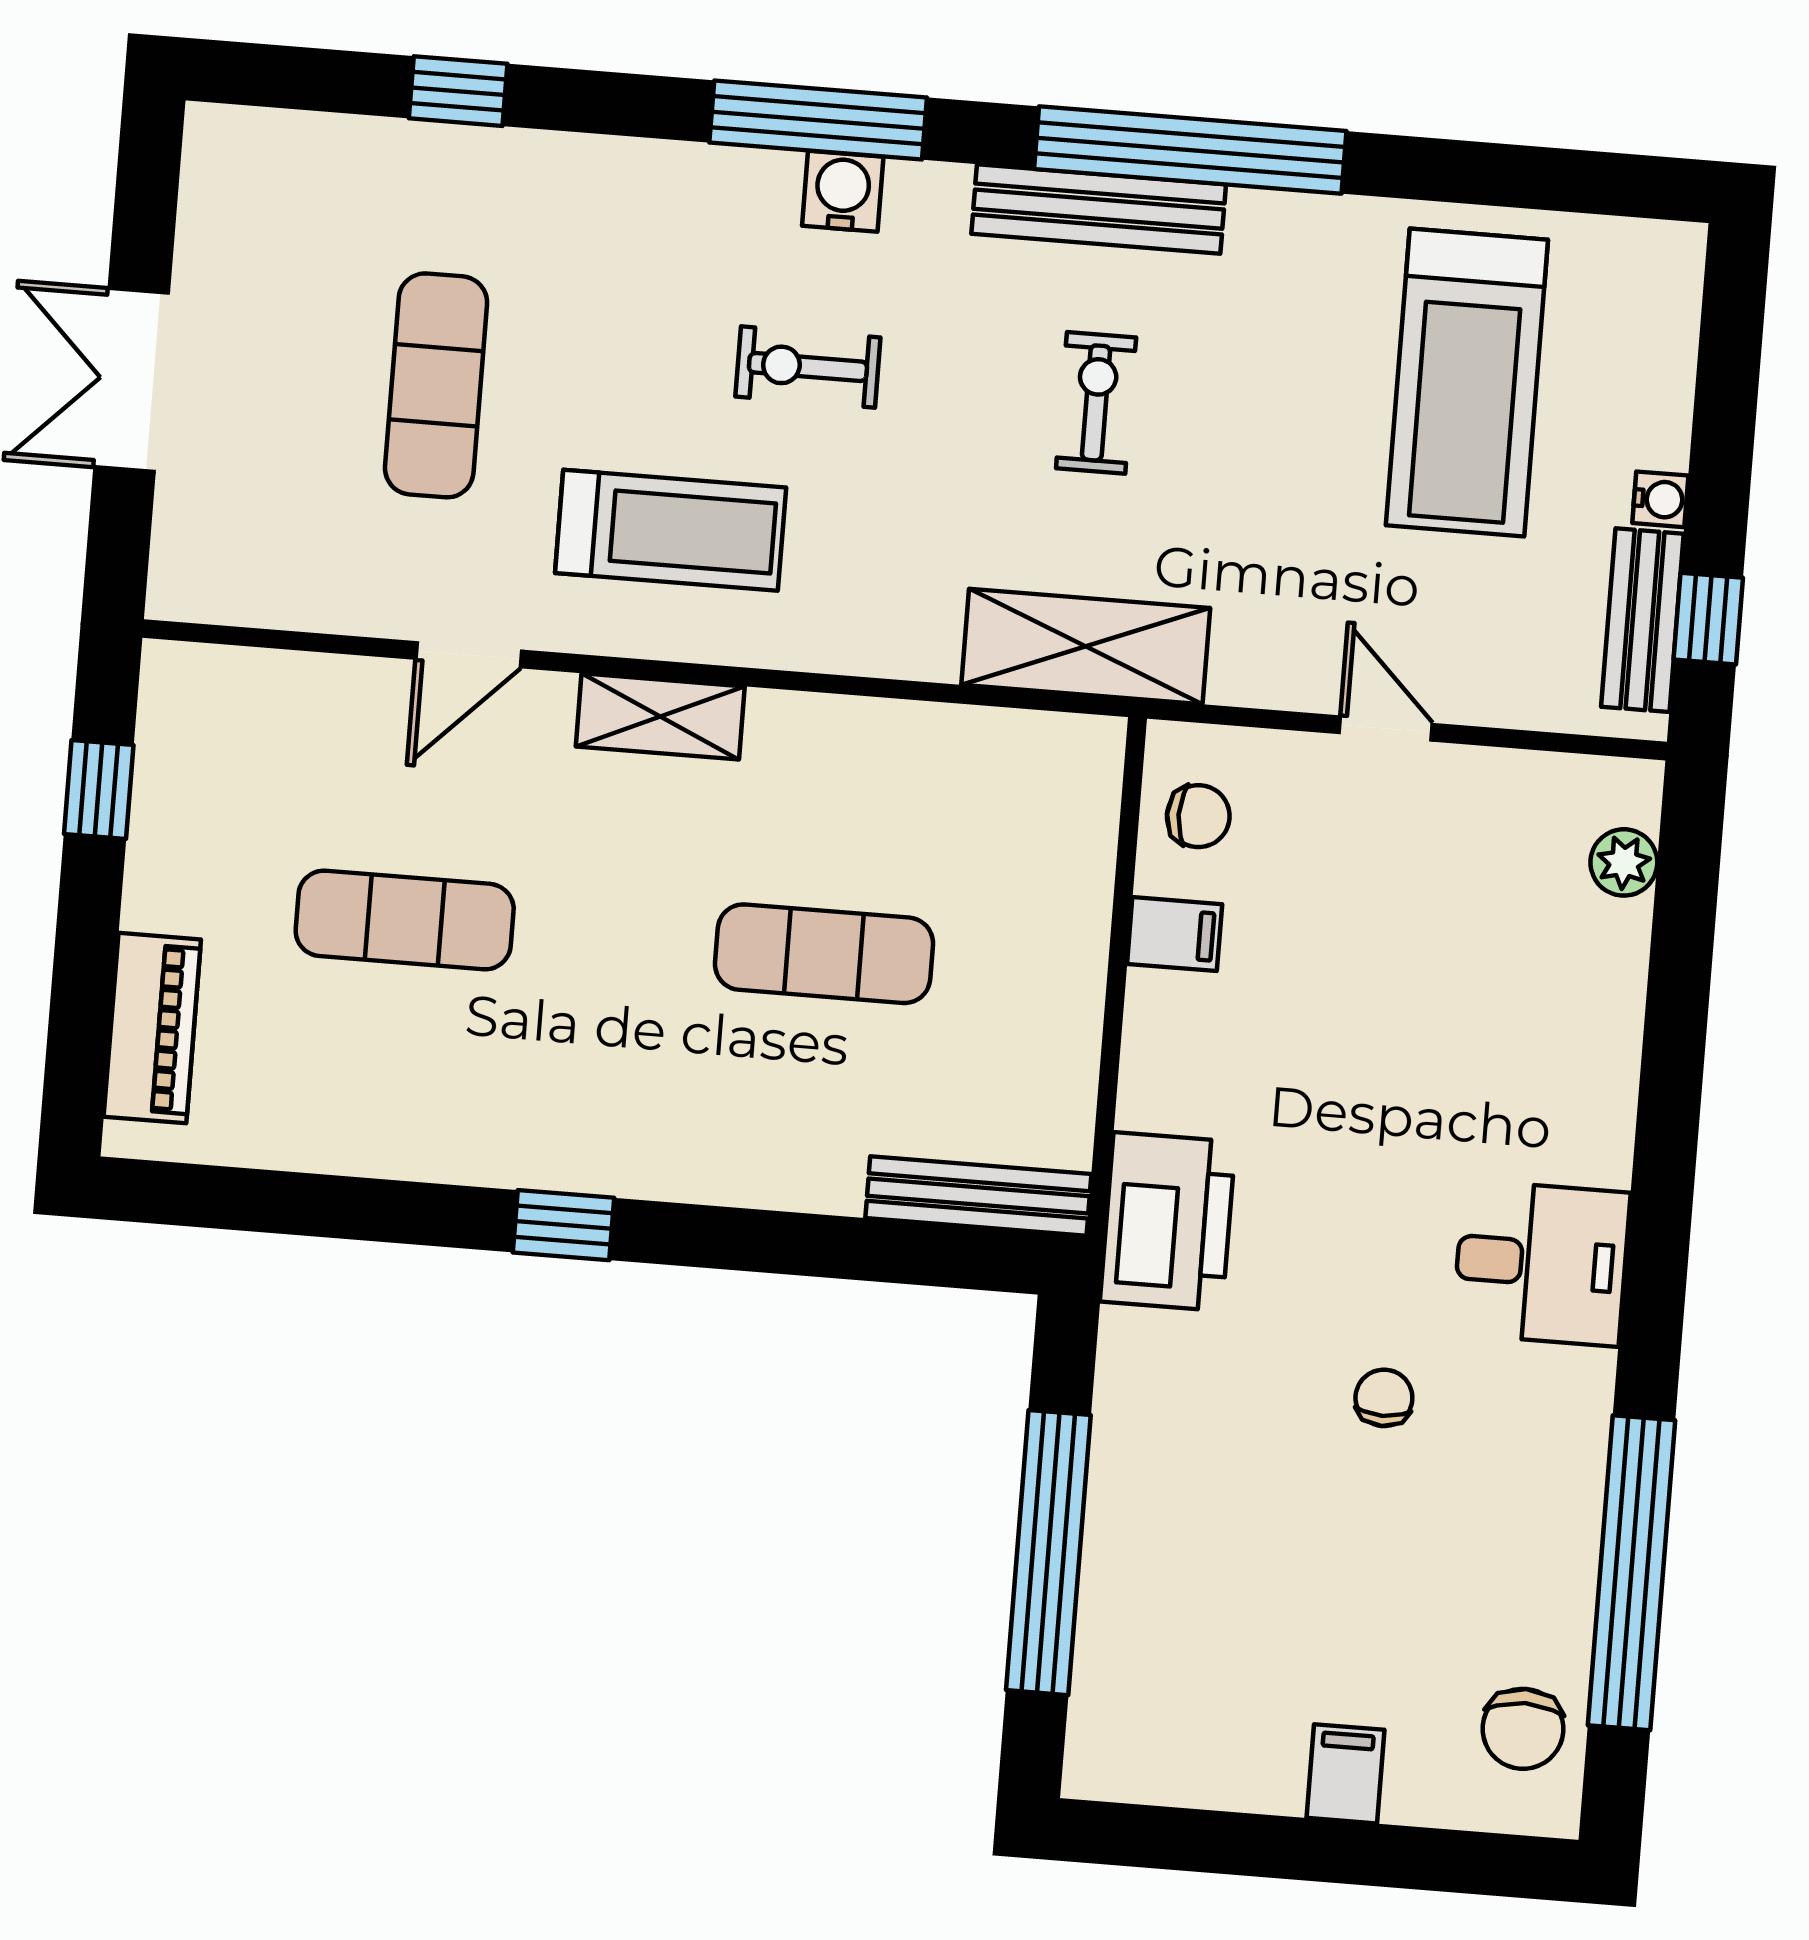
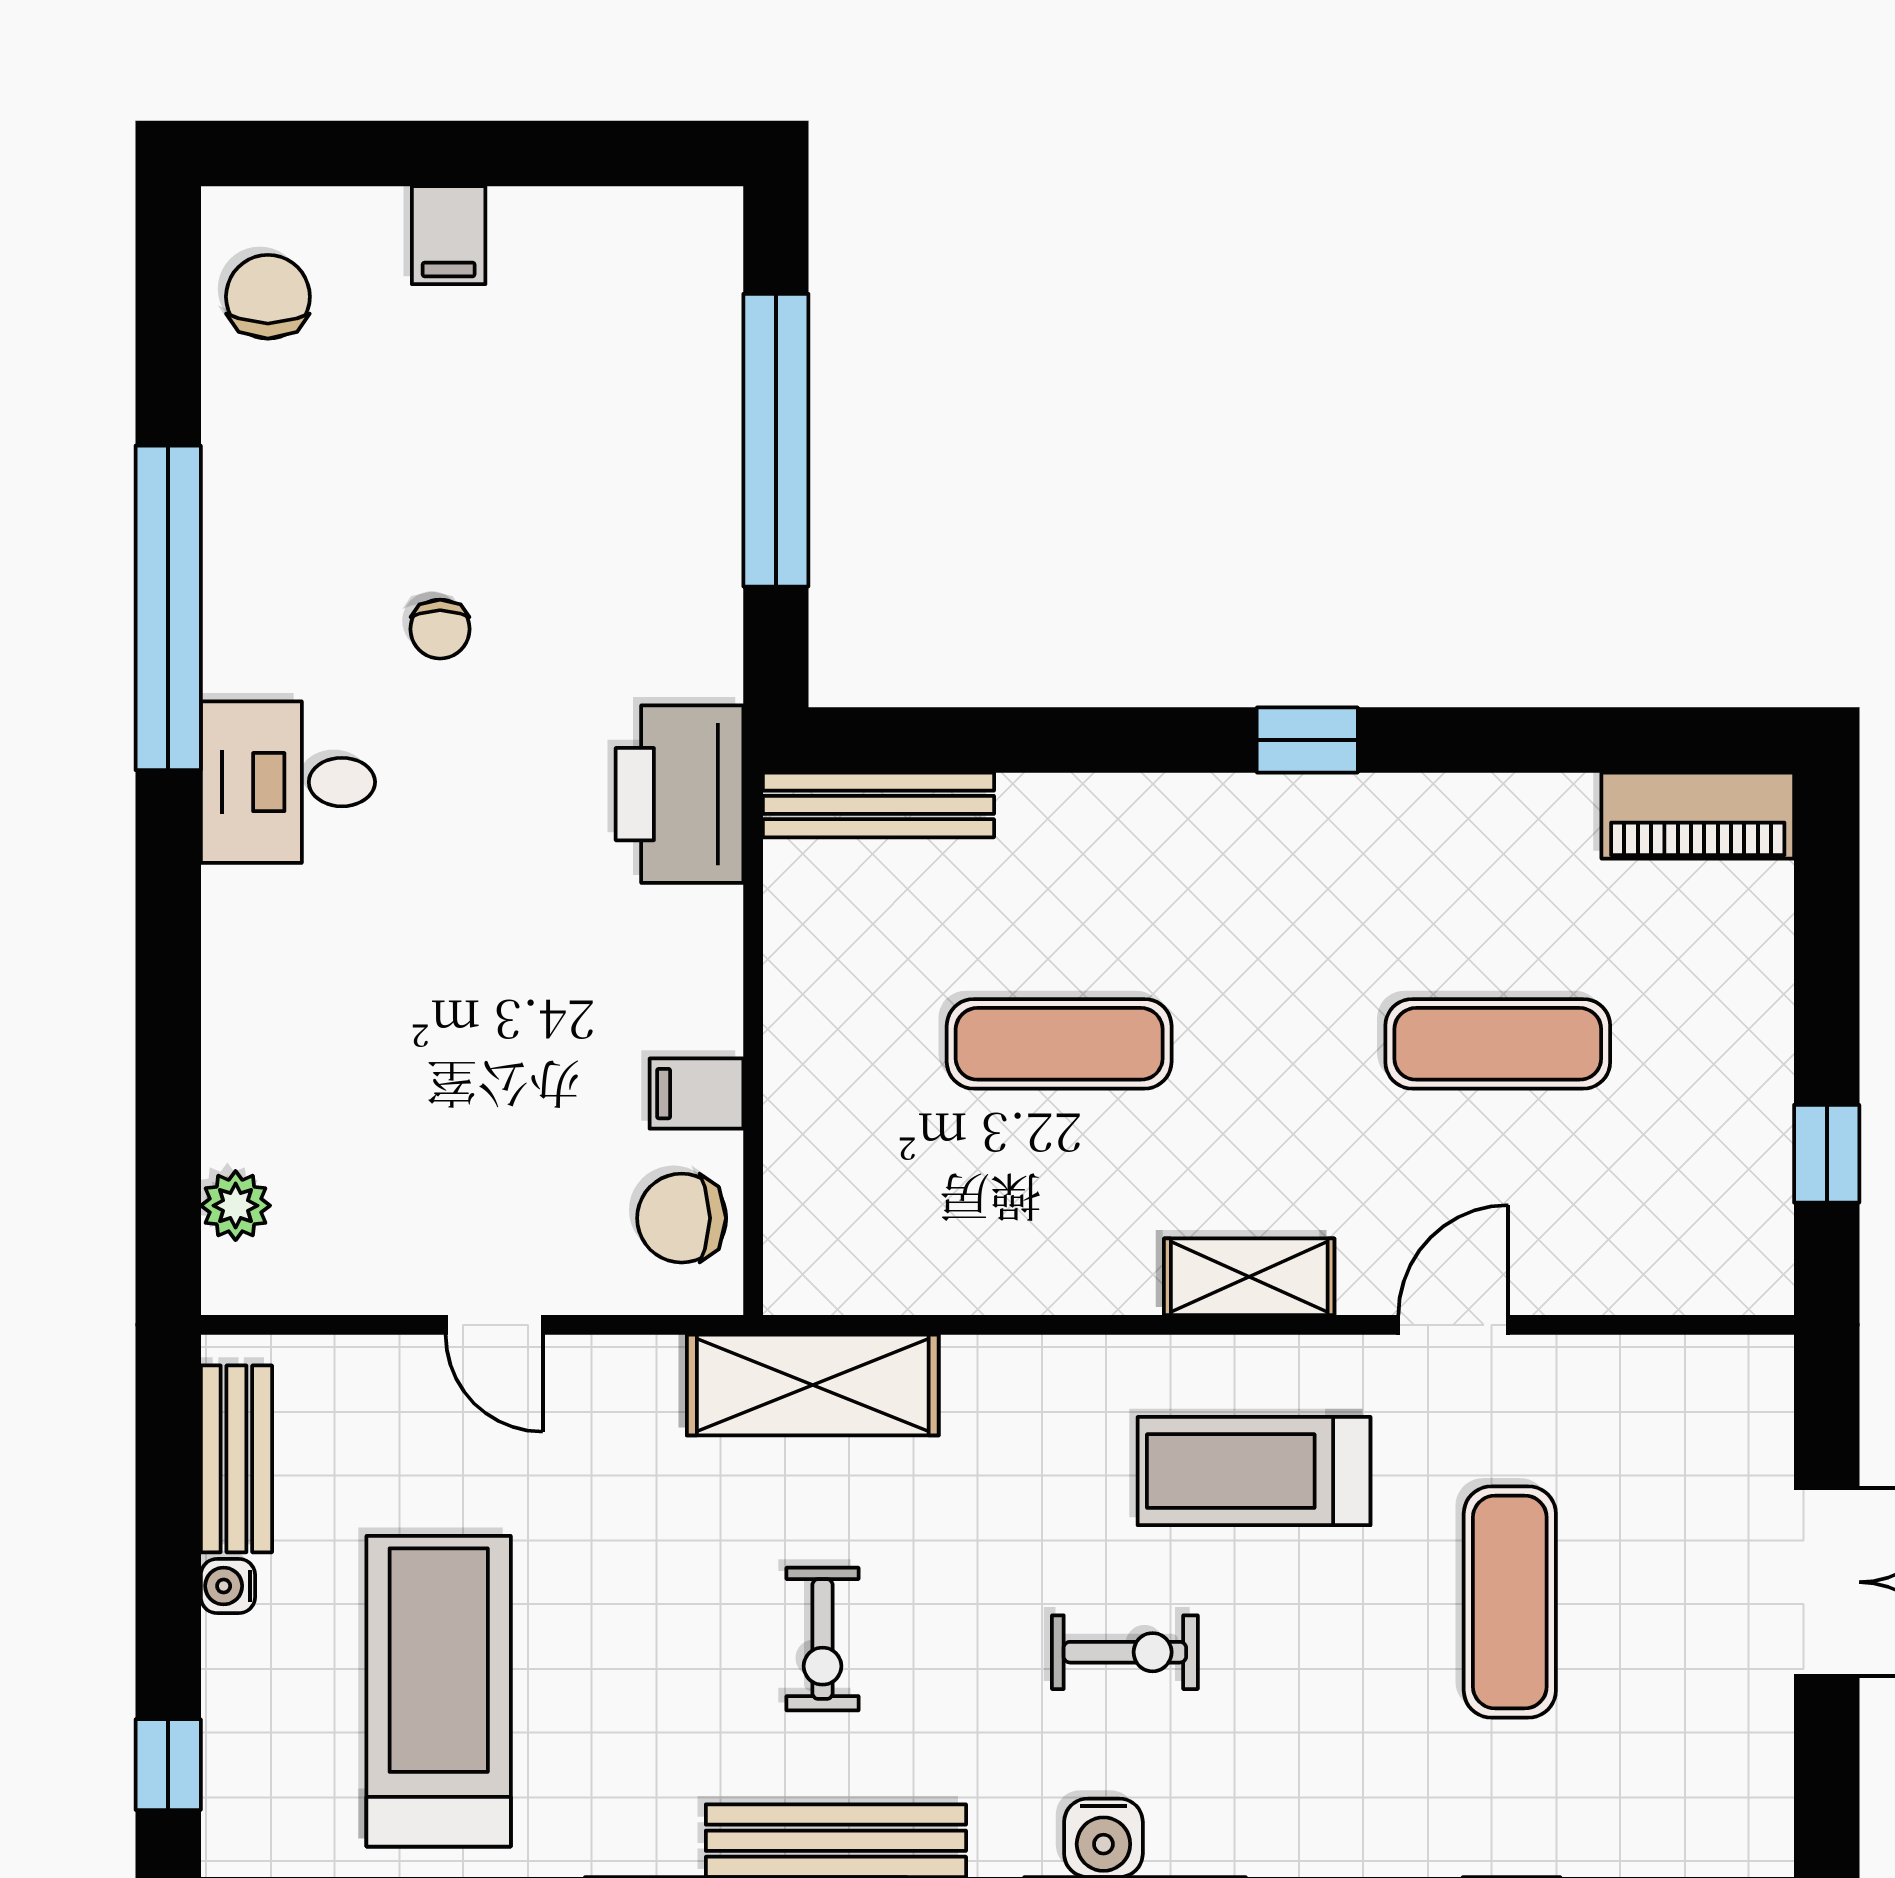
window: (1708, 619) -> (168, 1765), moved
chair: (1198, 816) -> (682, 1218), width x1.37, depth x1.37
piano: (152, 1028) -> (1698, 816), moved, turned -90
window: (1631, 1573) -> (168, 608), moved

